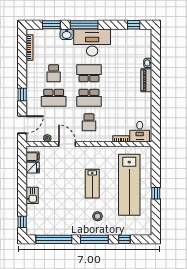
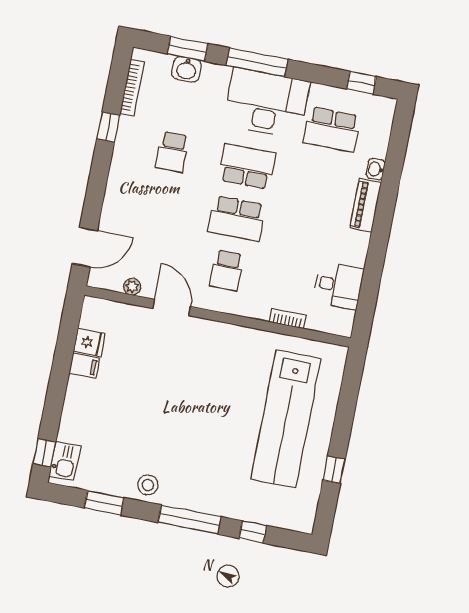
washbasin: (67, 34) -> (187, 69), moved
window: (22, 94) -> (108, 127), moved
school desk: (54, 98) -> (332, 129), moved
desk: (140, 132) -> (338, 285), moved, turned -90
filing cabinet: (33, 157) -> (84, 366), moved
lab bench: (92, 184) -> (208, 401), removed
window: (156, 193) -> (334, 470), moved
kitchen sink: (32, 195) -> (65, 461), moved
stool: (98, 216) -> (148, 485), moved
window: (54, 239) -> (104, 503), width x0.47

